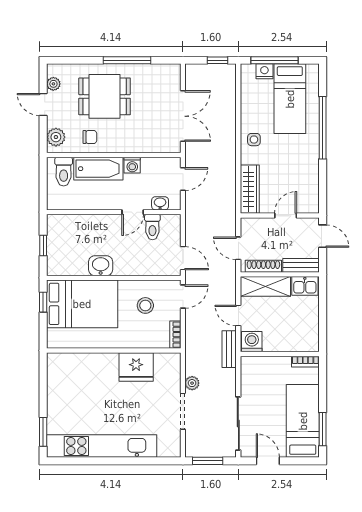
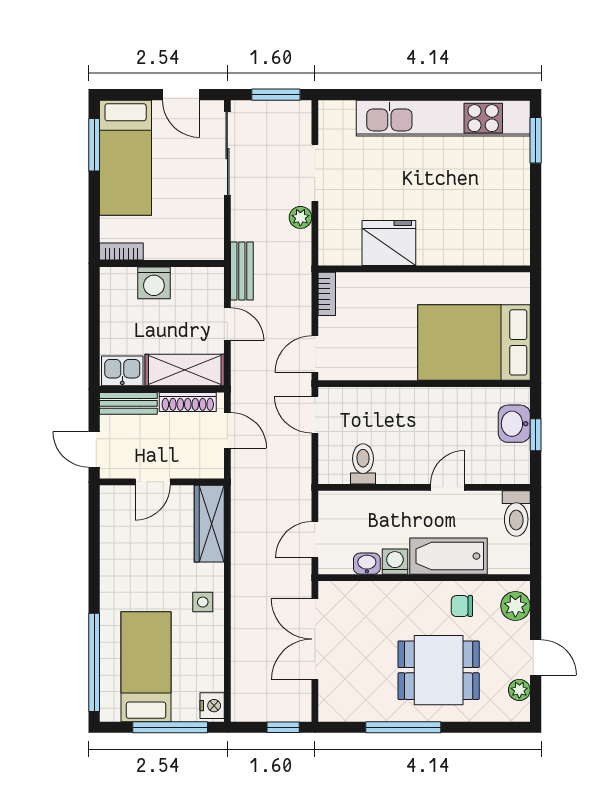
window: (217, 60) -> (283, 727), moved
nightstand: (264, 71) -> (212, 706), moved, turned -90
window: (323, 128) -> (94, 662), moved
toilet: (64, 172) -> (516, 514), moved, turned 180
washbasin: (160, 203) -> (367, 564), moved, turned 180
door: (133, 212) -> (448, 487), moved
washbasin: (101, 266) -> (514, 424), moved, turned 90
window: (43, 302) -> (536, 345), removed
stool: (145, 305) -> (374, 340), removed
washing machine: (252, 342) -> (154, 283), moved

